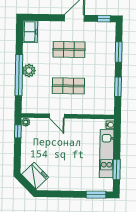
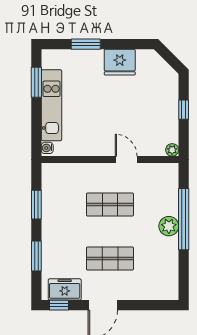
freezer: (30, 32) -> (65, 289), moved, turned 90
window: (18, 131) -> (184, 110), moved
fridge: (35, 176) -> (120, 62), moved, turned -45
window: (96, 195) -> (86, 44), moved

